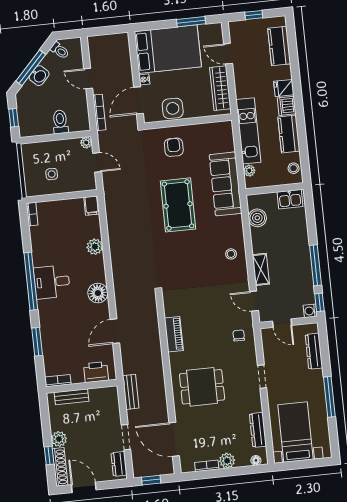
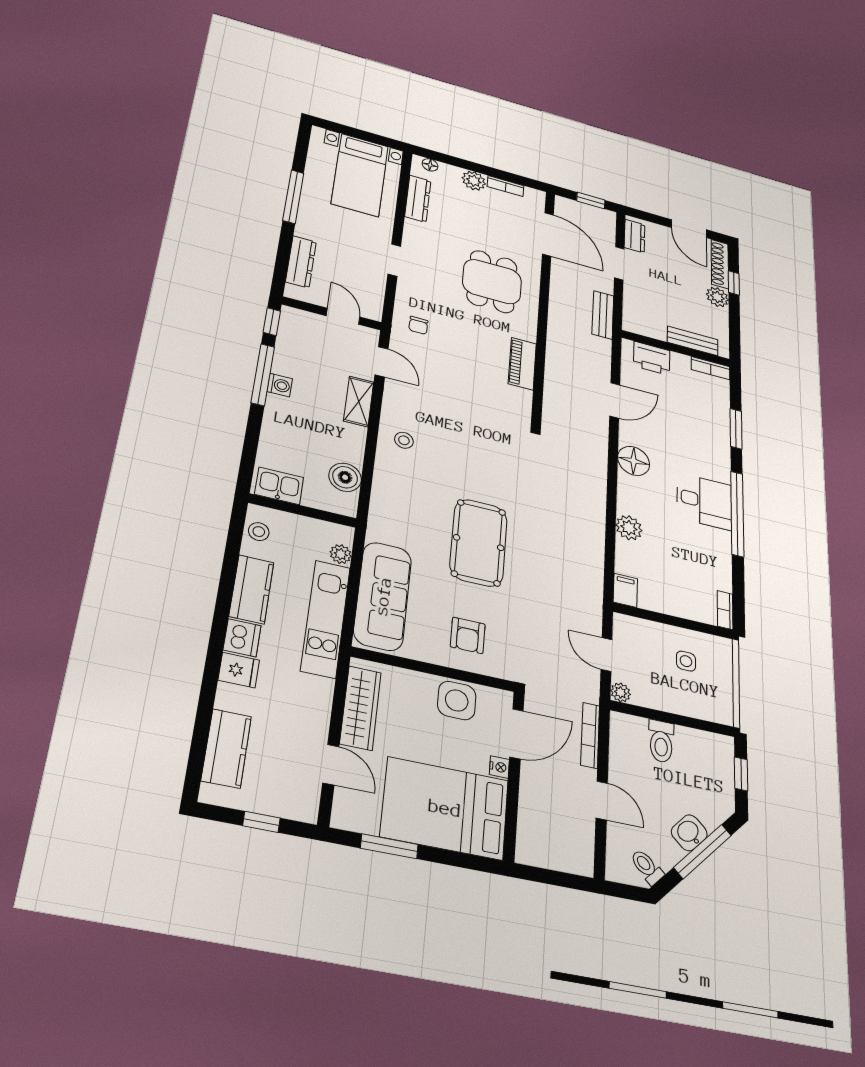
sofa: (226, 184) -> (383, 596), moved
washing machine: (310, 311) -> (280, 385), moved
dining table: (202, 387) -> (492, 282), turned 90

